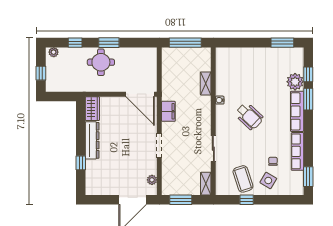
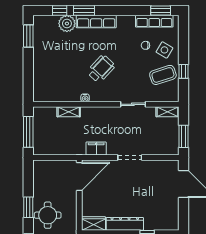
row of seats: (297, 151) -> (154, 21), moved
plant: (152, 180) -> (164, 165), removed

